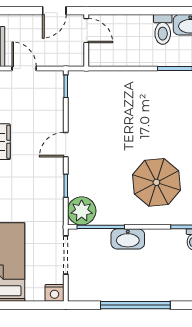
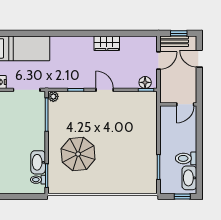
door: (54, 11) -> (199, 59), moved
floor lamp: (55, 87) -> (145, 82), added
plant: (82, 211) -> (53, 96), width x0.53, depth x0.53
washbasin: (128, 239) -> (38, 162), moved

